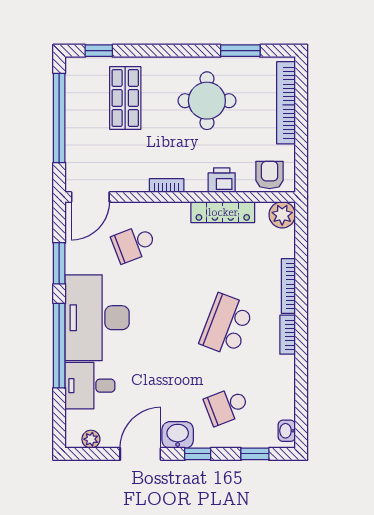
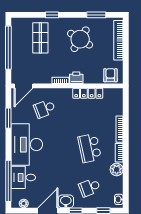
window: (99, 51) -> (52, 15), moved
round table: (207, 101) -> (80, 39), turned 32
printer: (222, 180) -> (76, 78), moved
plant: (282, 215) -> (117, 170), moved
school desk: (227, 325) -> (90, 148), turned -33
window: (59, 346) -> (8, 181), moved

